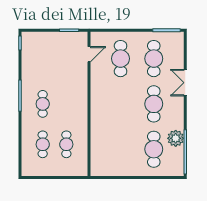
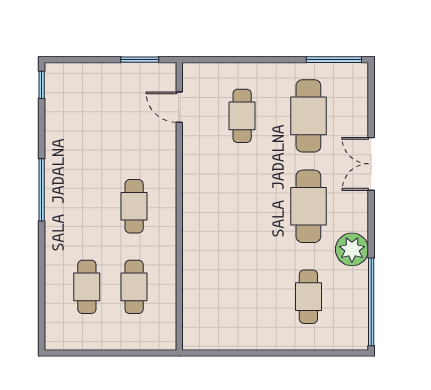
door: (89, 54) -> (179, 107), swing flipped
cafe table: (121, 59) -> (242, 116), width x0.73, depth x0.74
cafe table: (43, 104) -> (134, 206), moved
plant: (176, 138) -> (352, 249), moved
cafe table: (154, 149) -> (308, 297), width x0.73, depth x0.74

